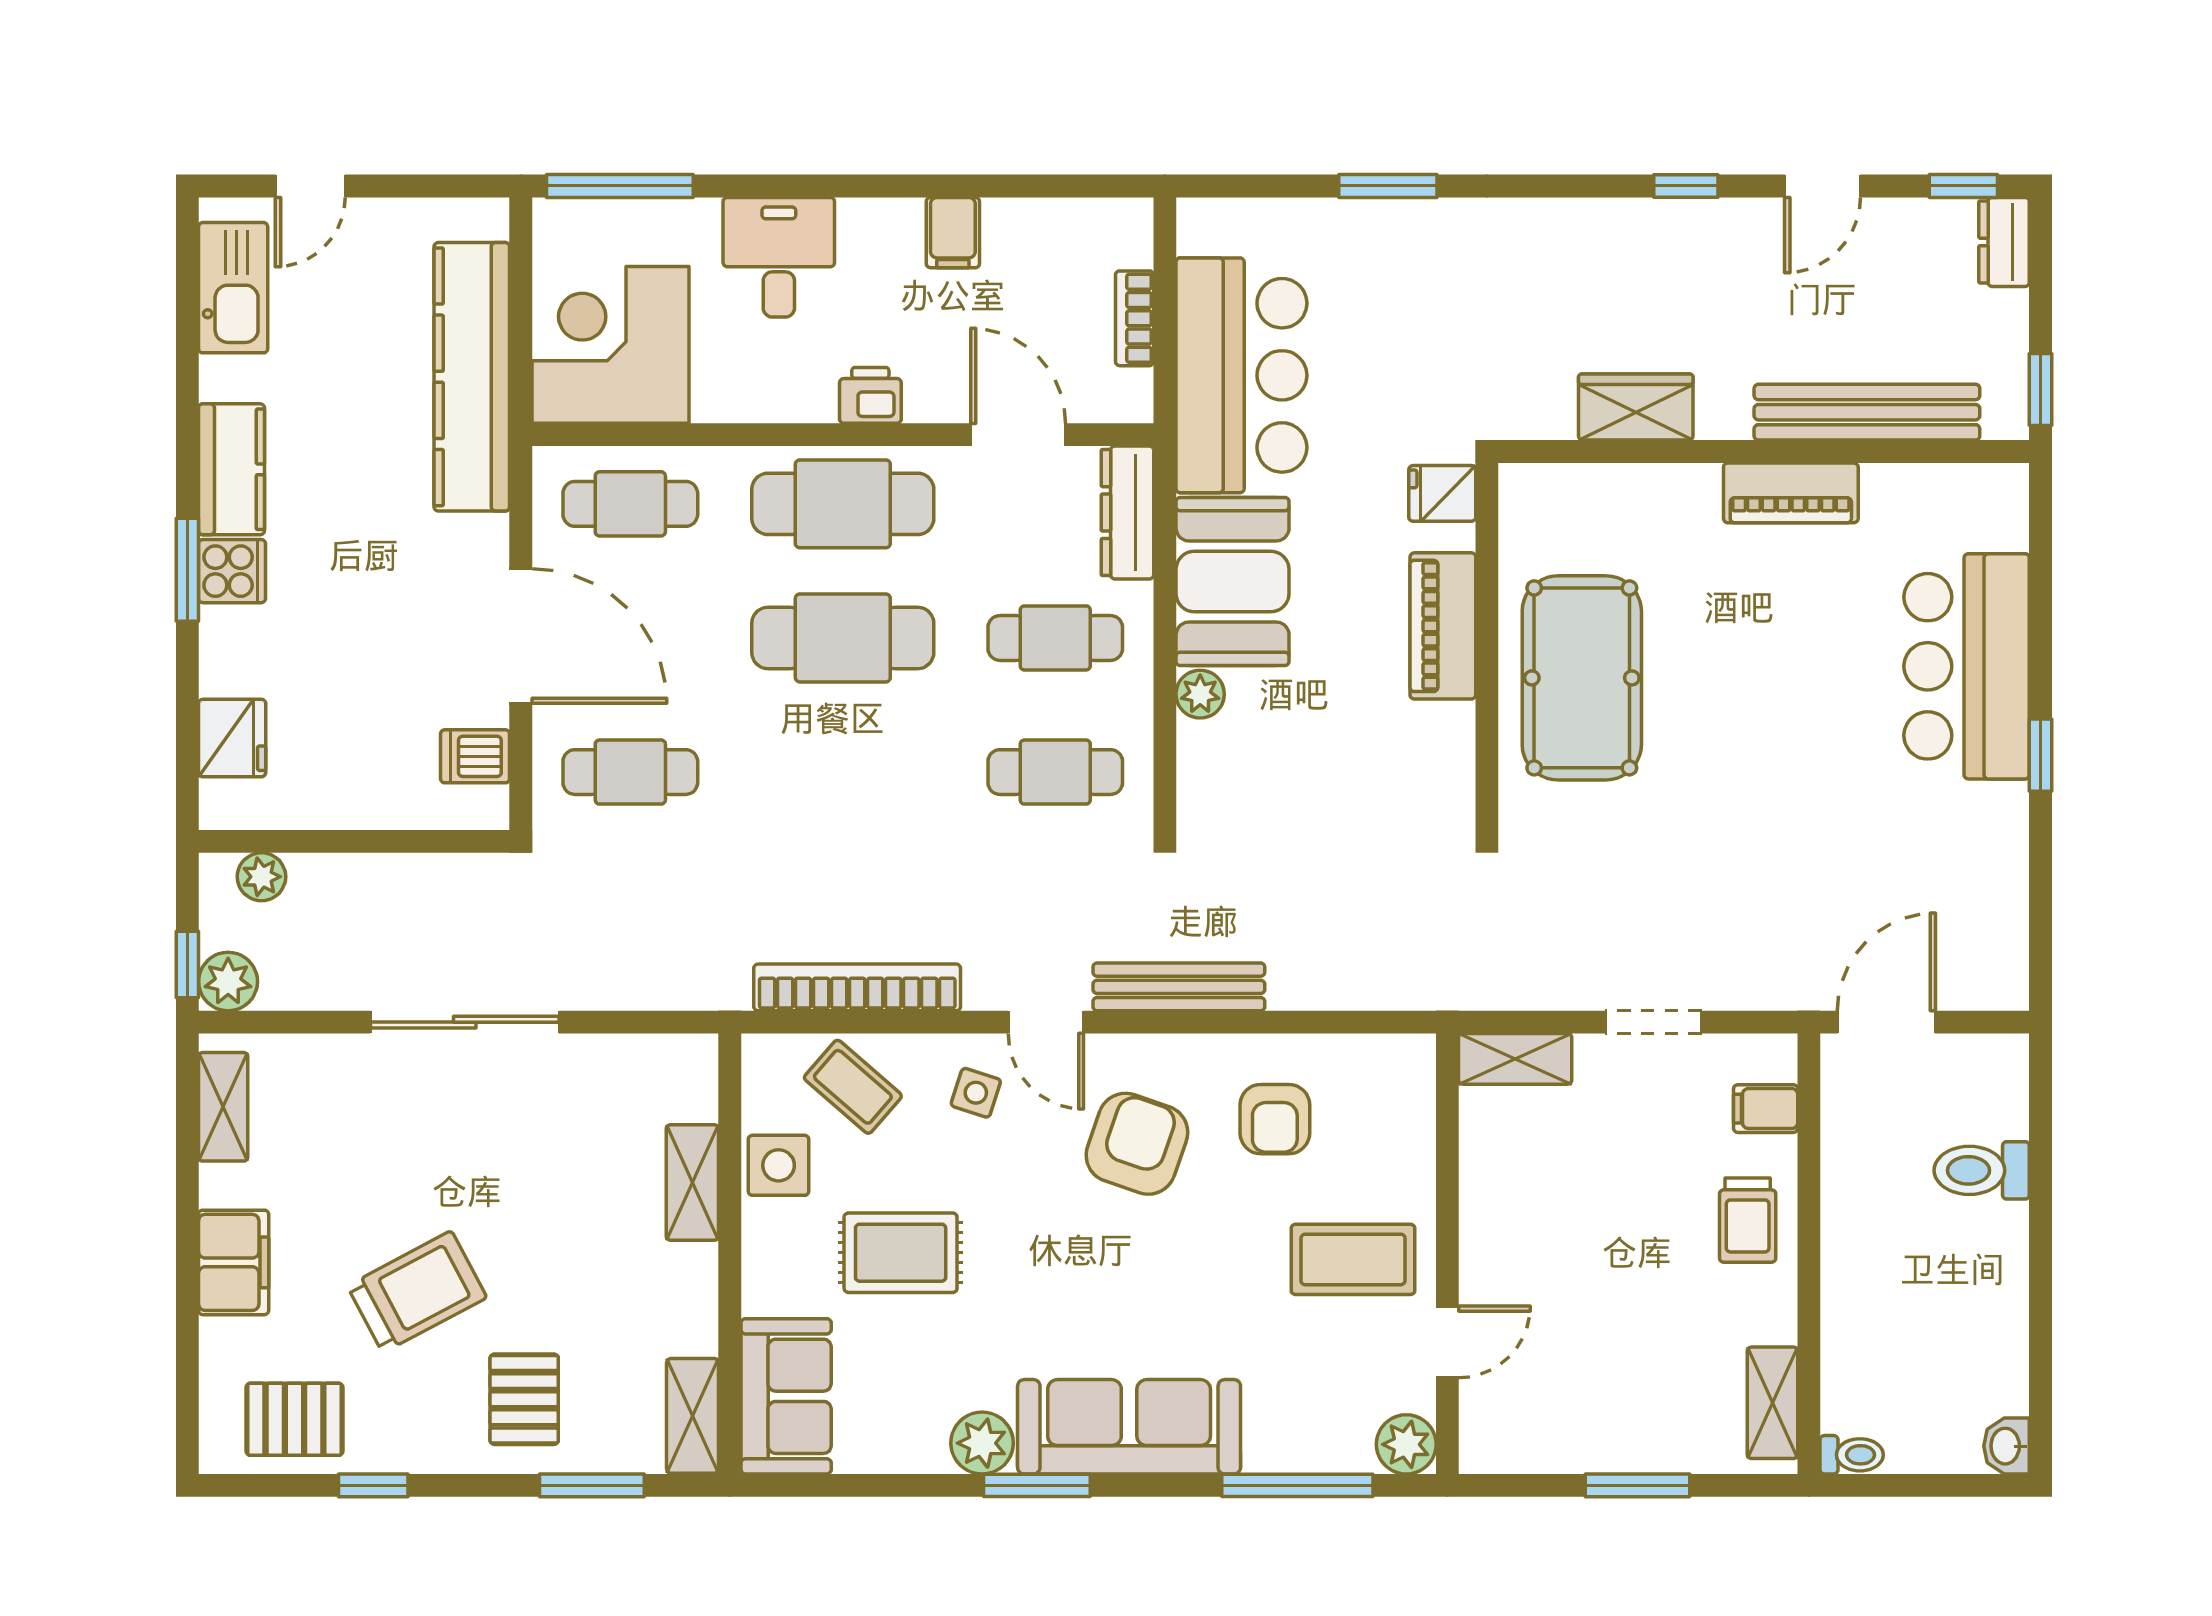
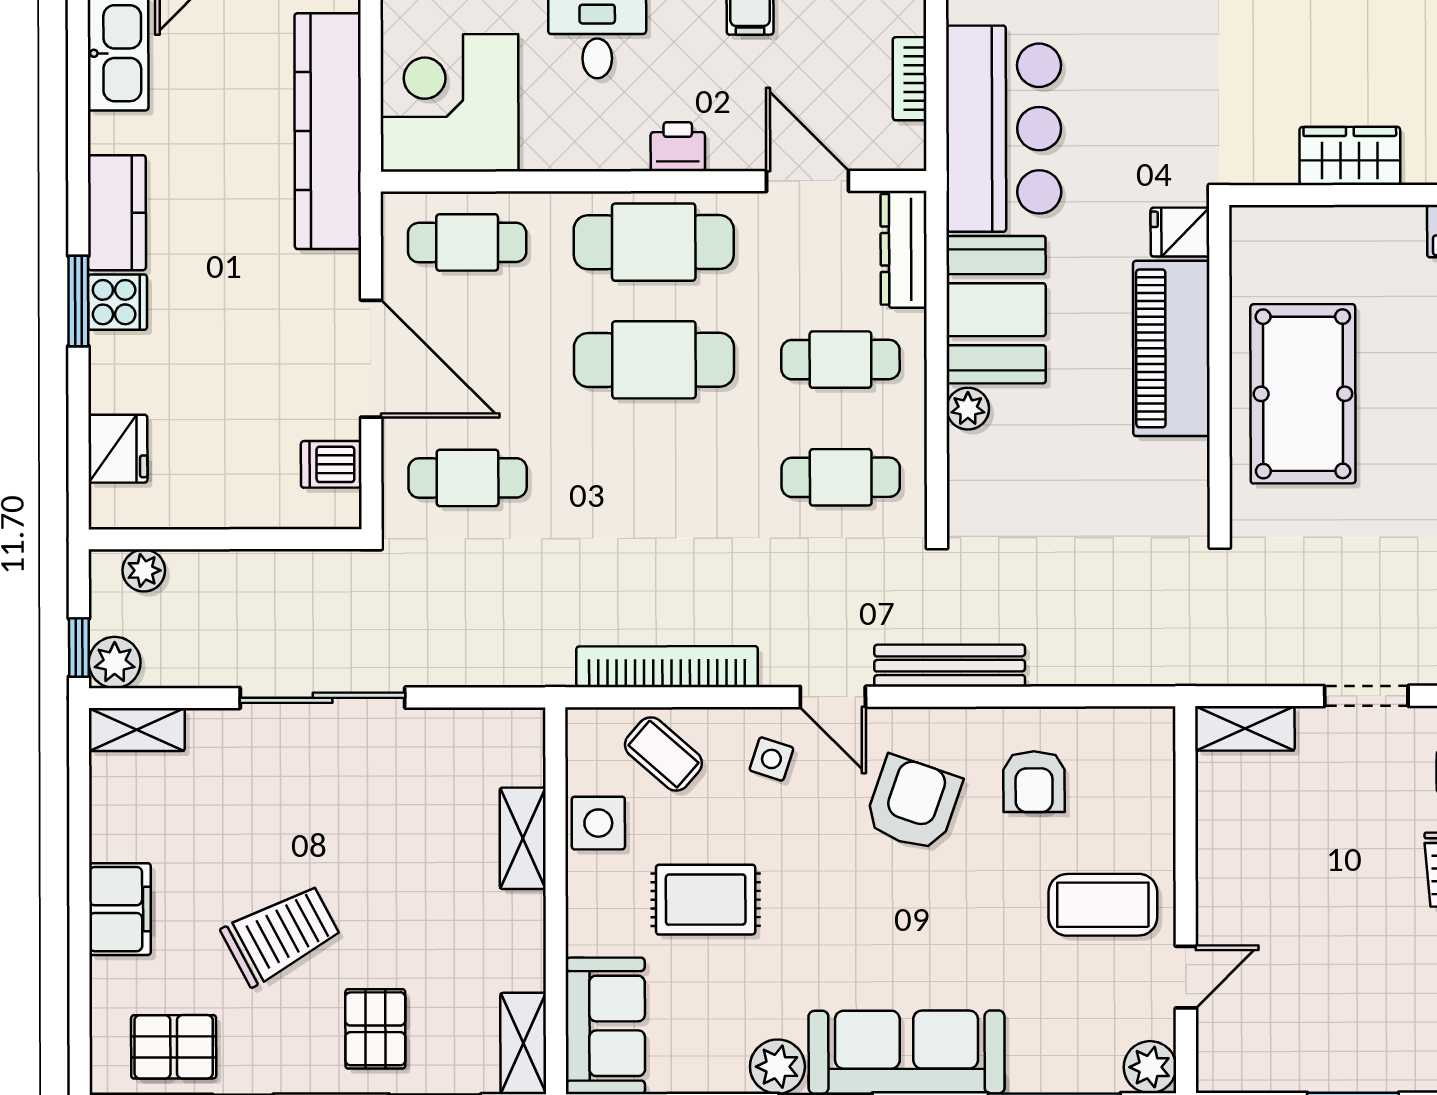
piano: (1443, 626) -> (1171, 348), width x1.37, depth x1.33
shelving: (223, 1107) -> (137, 730), moved, turned 90

